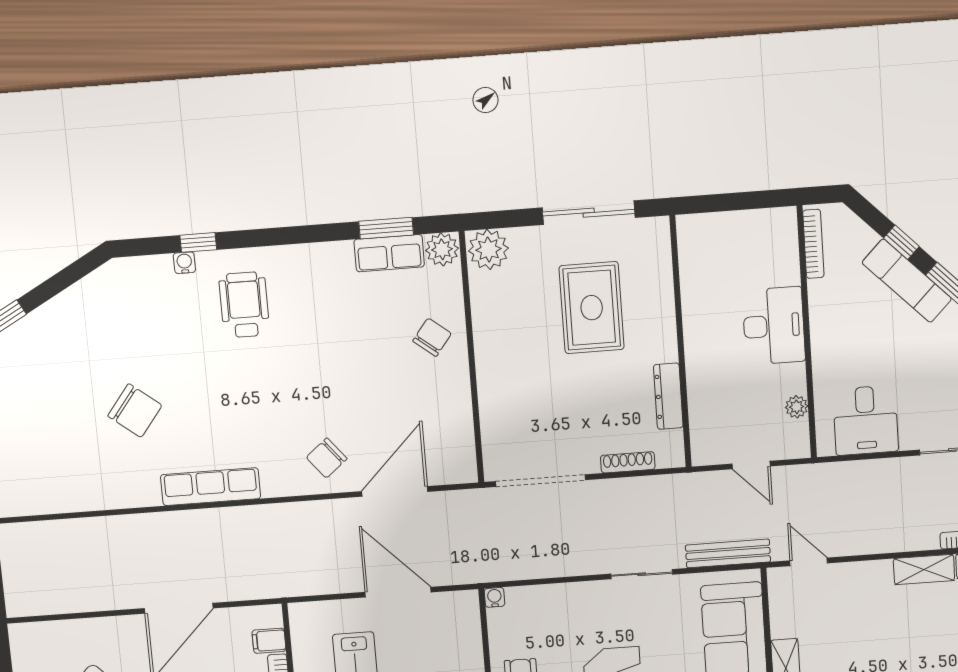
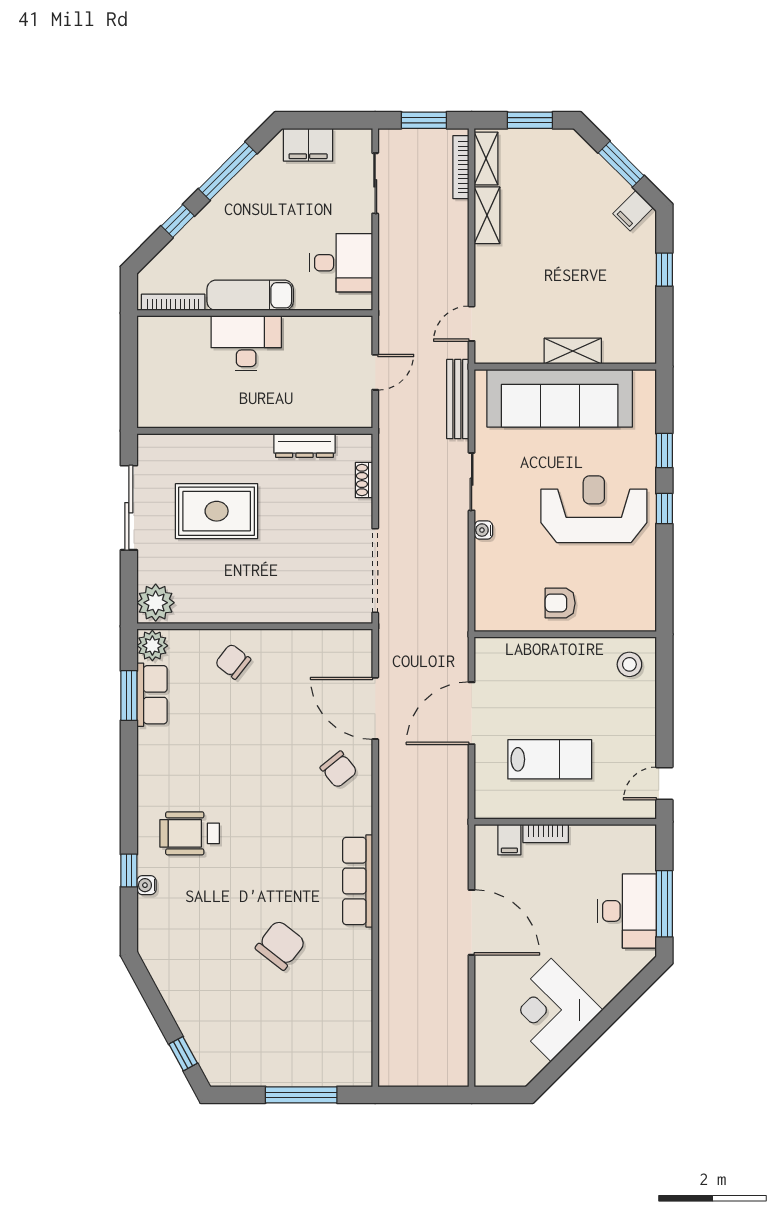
exam couch: (907, 281) -> (250, 295), moved, turned -135
plant: (797, 407) -> (324, 326), removed
shoe rack: (628, 462) -> (364, 480), width x0.70
water cooler: (494, 597) -> (483, 530), moved

